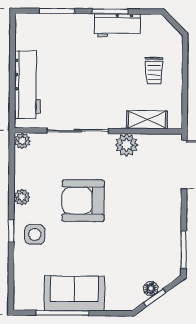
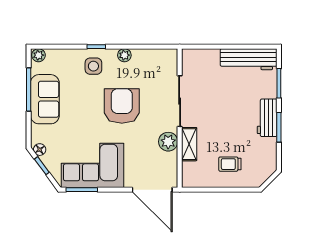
workbench: (117, 26) -> (267, 118), moved
workbench: (27, 85) -> (249, 59), moved
shelving: (147, 120) -> (189, 144), moved
plant: (22, 141) -> (38, 55), moved
corner sofa: (155, 236) -> (93, 165), added
floor lamp: (151, 288) -> (40, 150), moved

